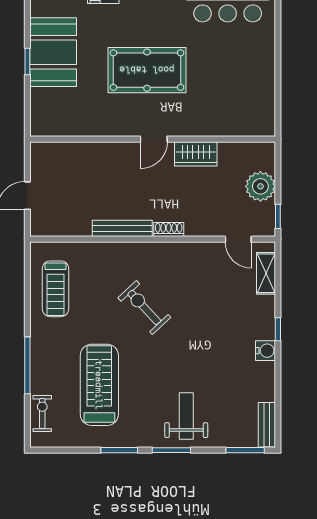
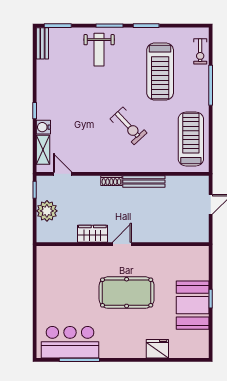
treadmill: (56, 289) -> (191, 139), width x1.37, depth x1.38
water cooler: (266, 351) -> (43, 127), moved

